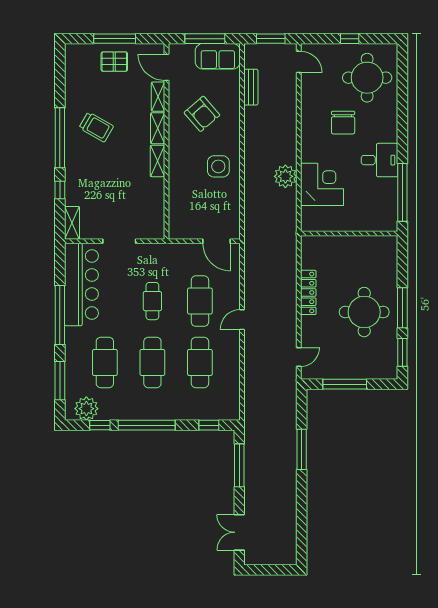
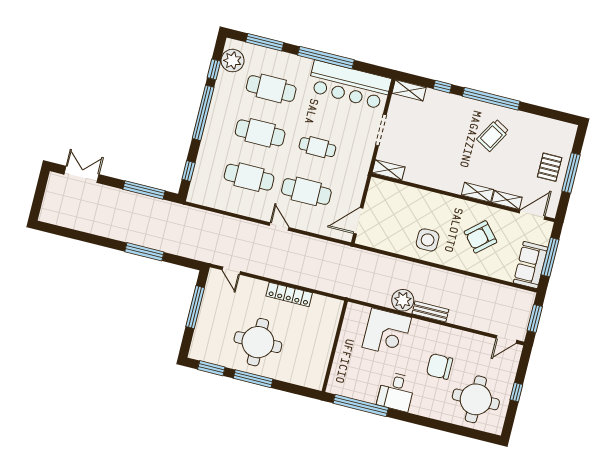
bench: (251, 87) -> (430, 312), moved
shelving: (158, 161) -> (389, 170), moved

